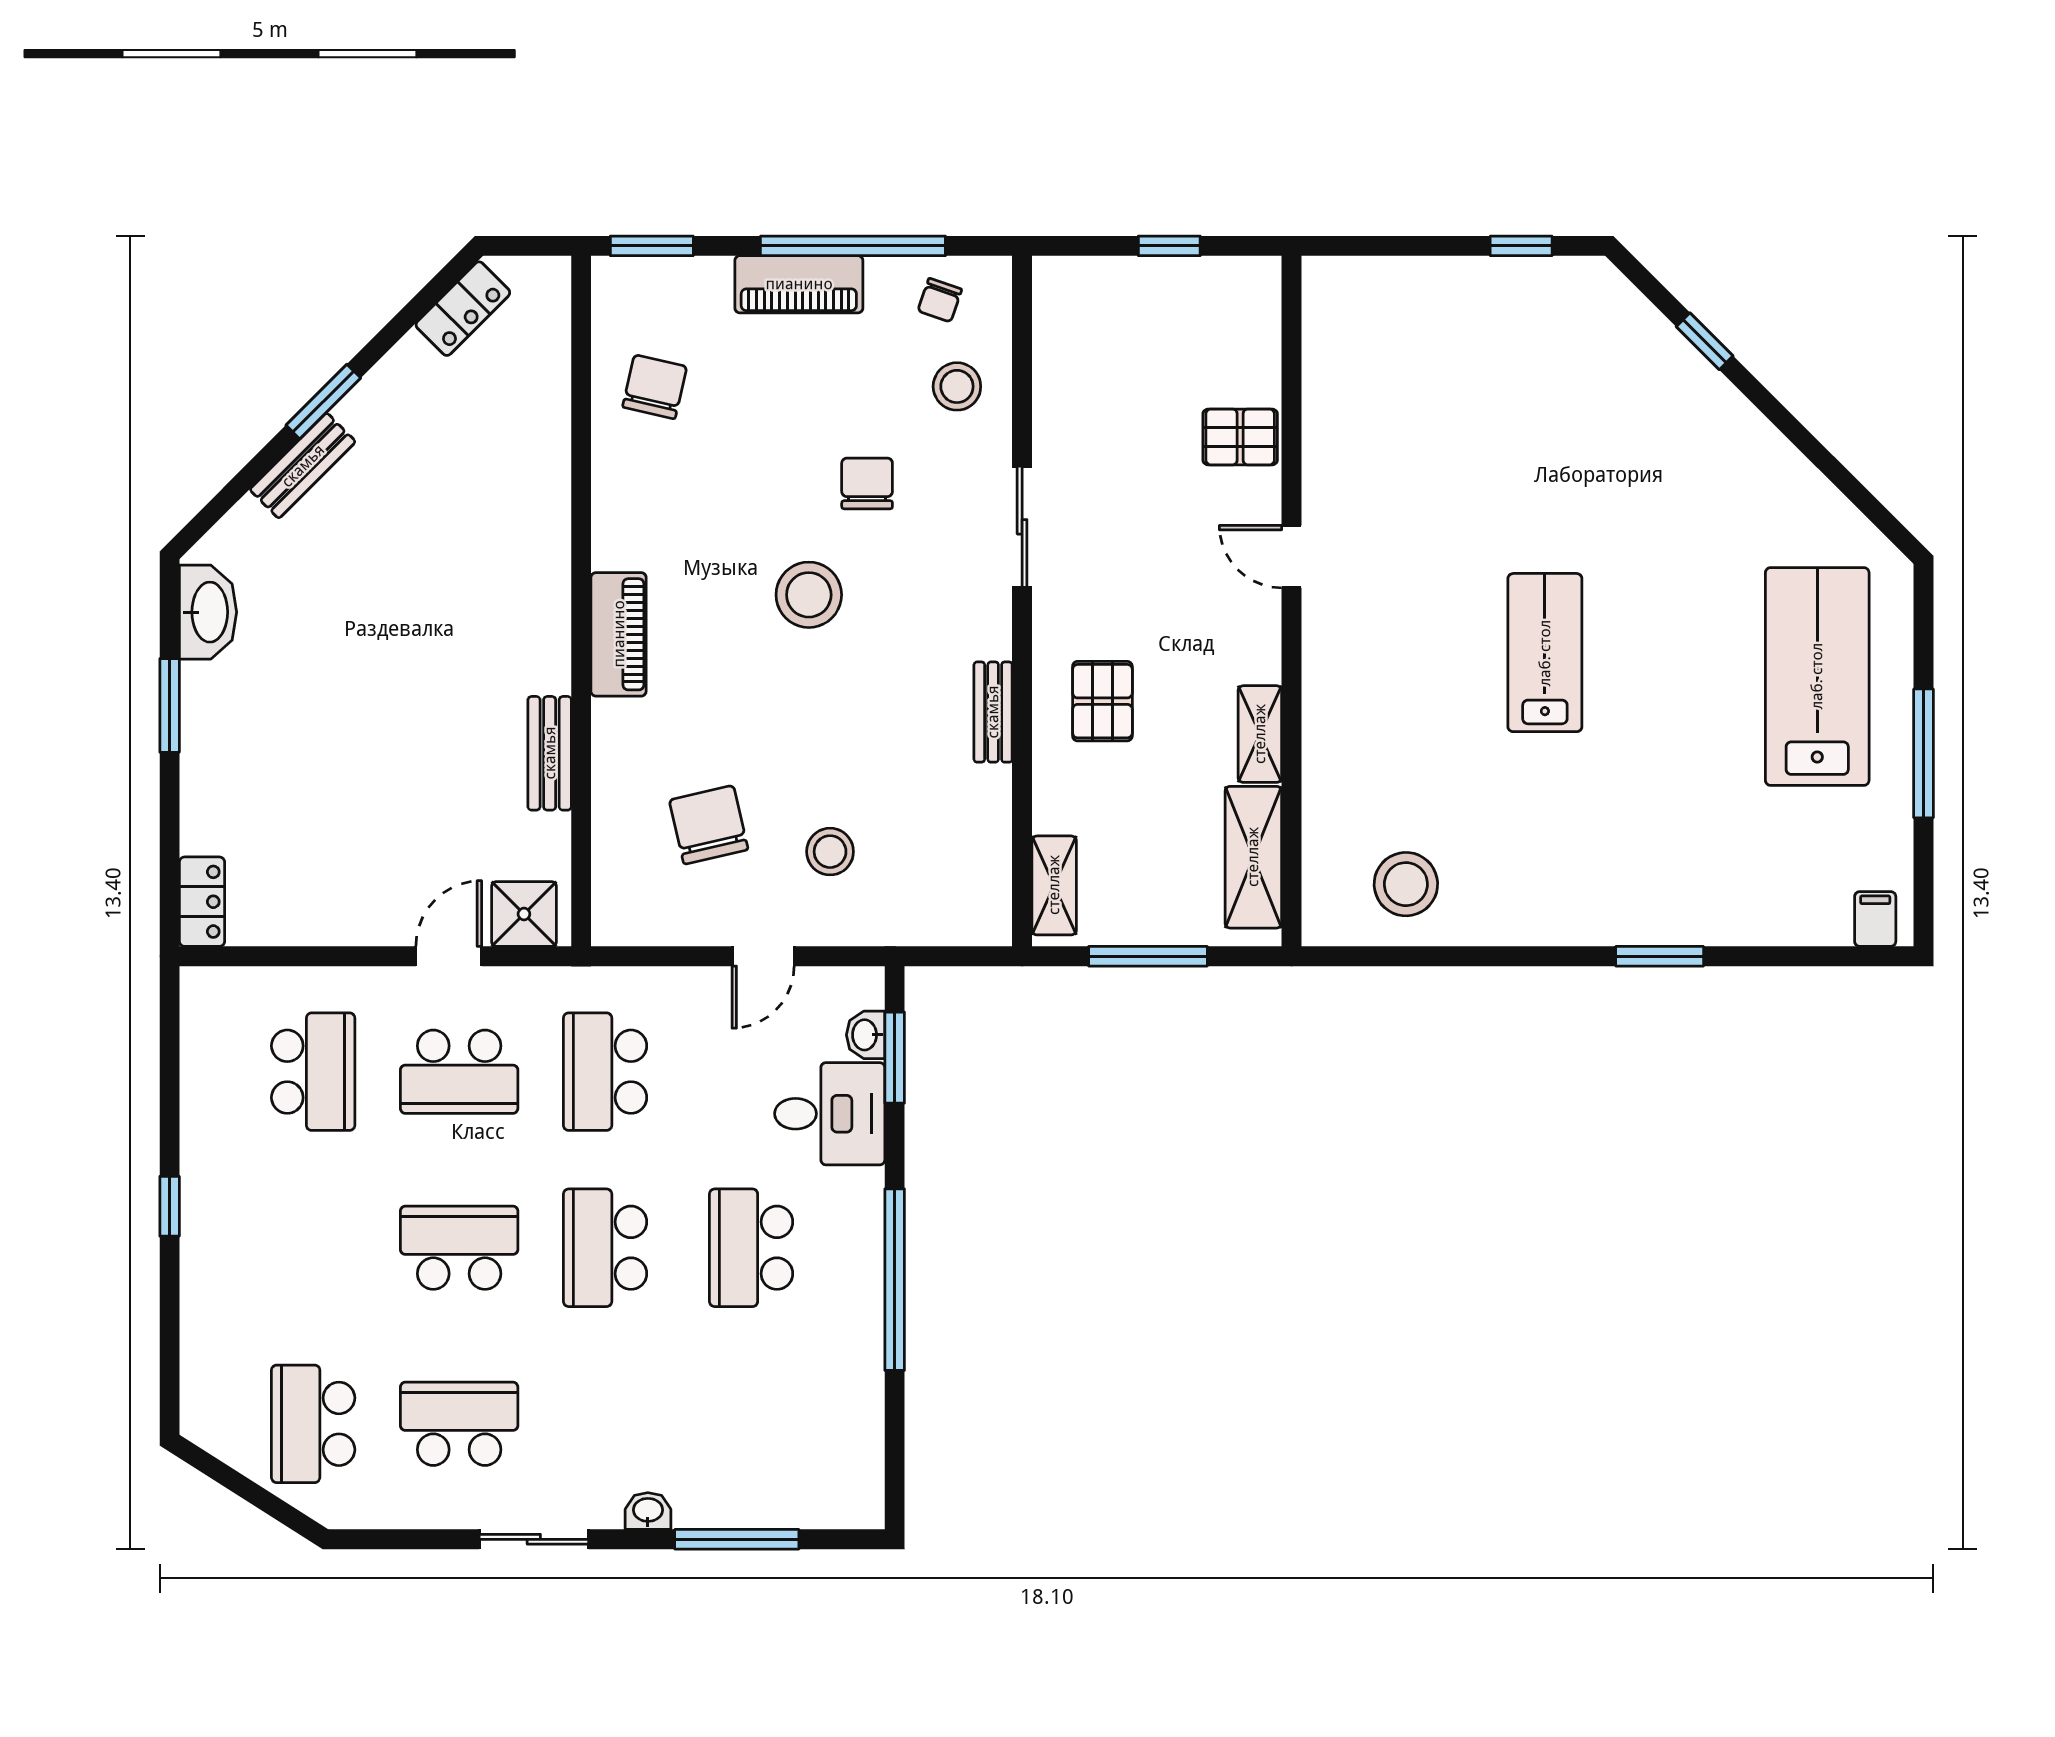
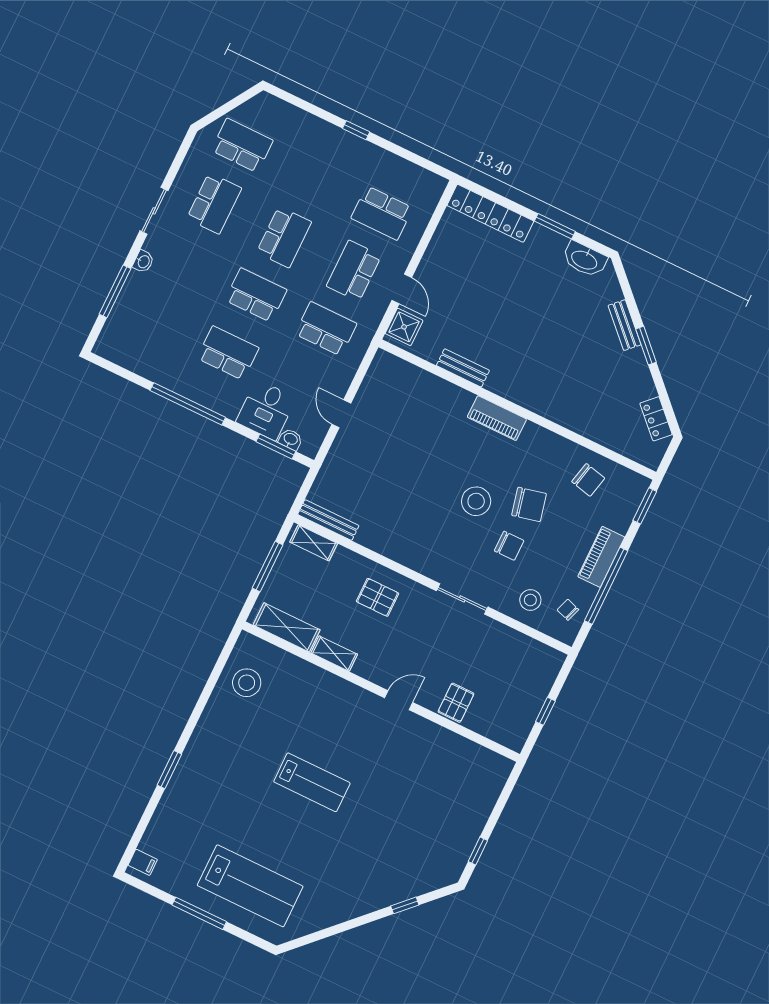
bench: (993, 712) -> (328, 520), moved, width x1.36
chair: (709, 825) -> (529, 504), moved
stool: (830, 852) -> (370, 460), removed
locker: (202, 902) -> (490, 213), width x2.16, depth x1.21

